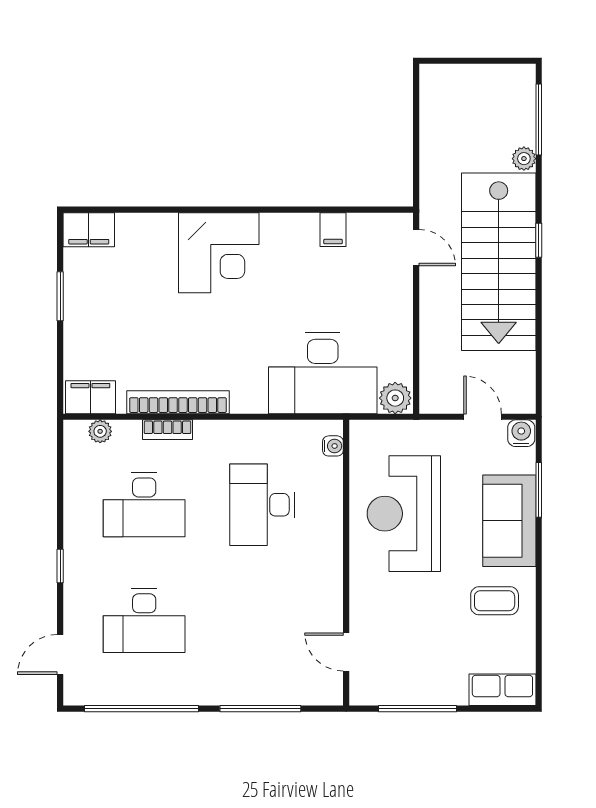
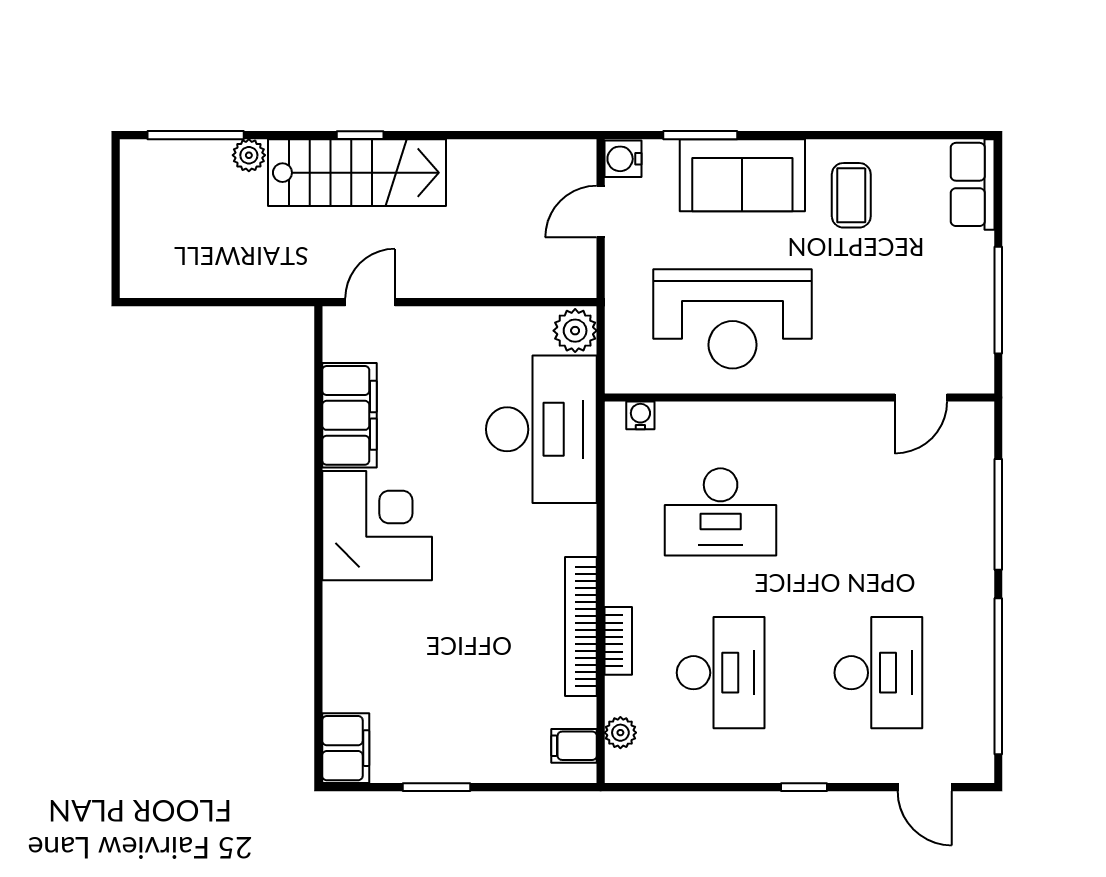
filing cabinet: (333, 230) -> (350, 415), width x3.00, depth x1.17
corner desk: (219, 253) -> (377, 526), moved
stairs: (499, 262) -> (357, 173), width x0.73, depth x0.66
filing cabinet: (90, 397) -> (574, 746), width x0.50

